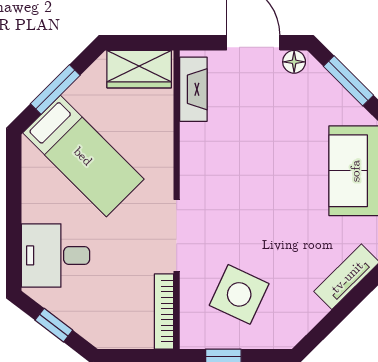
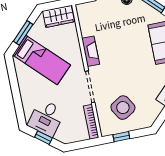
fireplace: (193, 89) -> (91, 51), moved
desk: (55, 255) -> (46, 118), moved, turned -53
side table: (239, 294) -> (123, 108), turned 34

